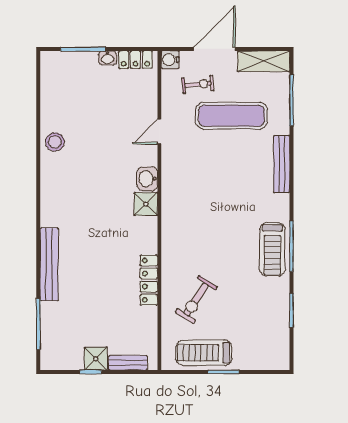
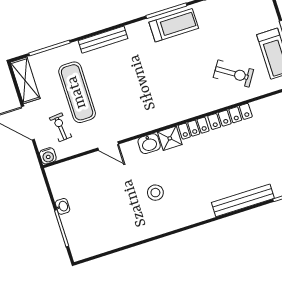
locker: (135, 60) -> (194, 128), moved, turned 90
stool: (55, 142) -> (155, 193), moved

